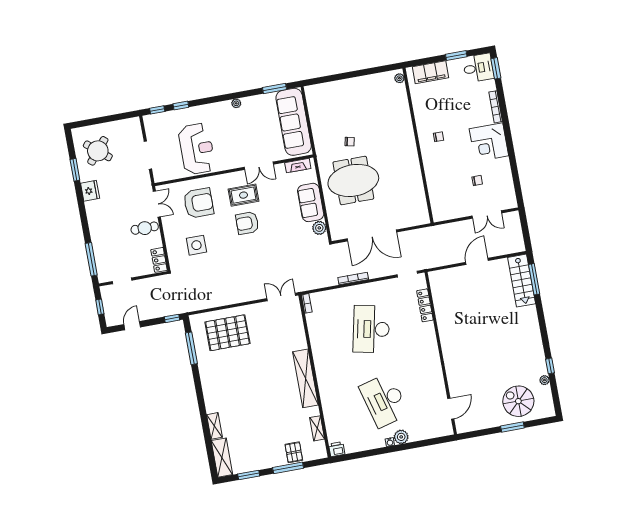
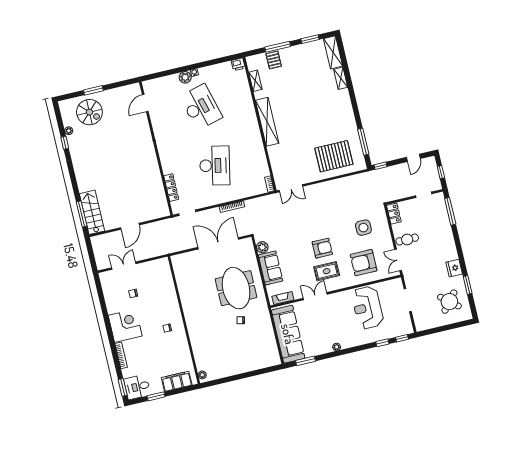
meeting table: (353, 180) -> (236, 288), turned 90

